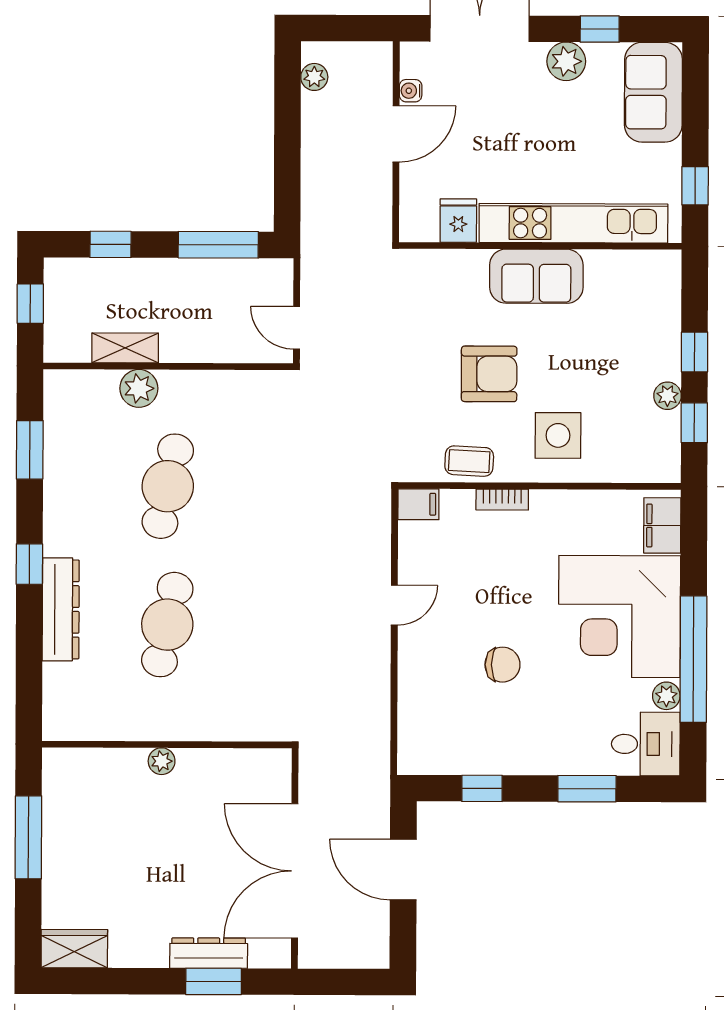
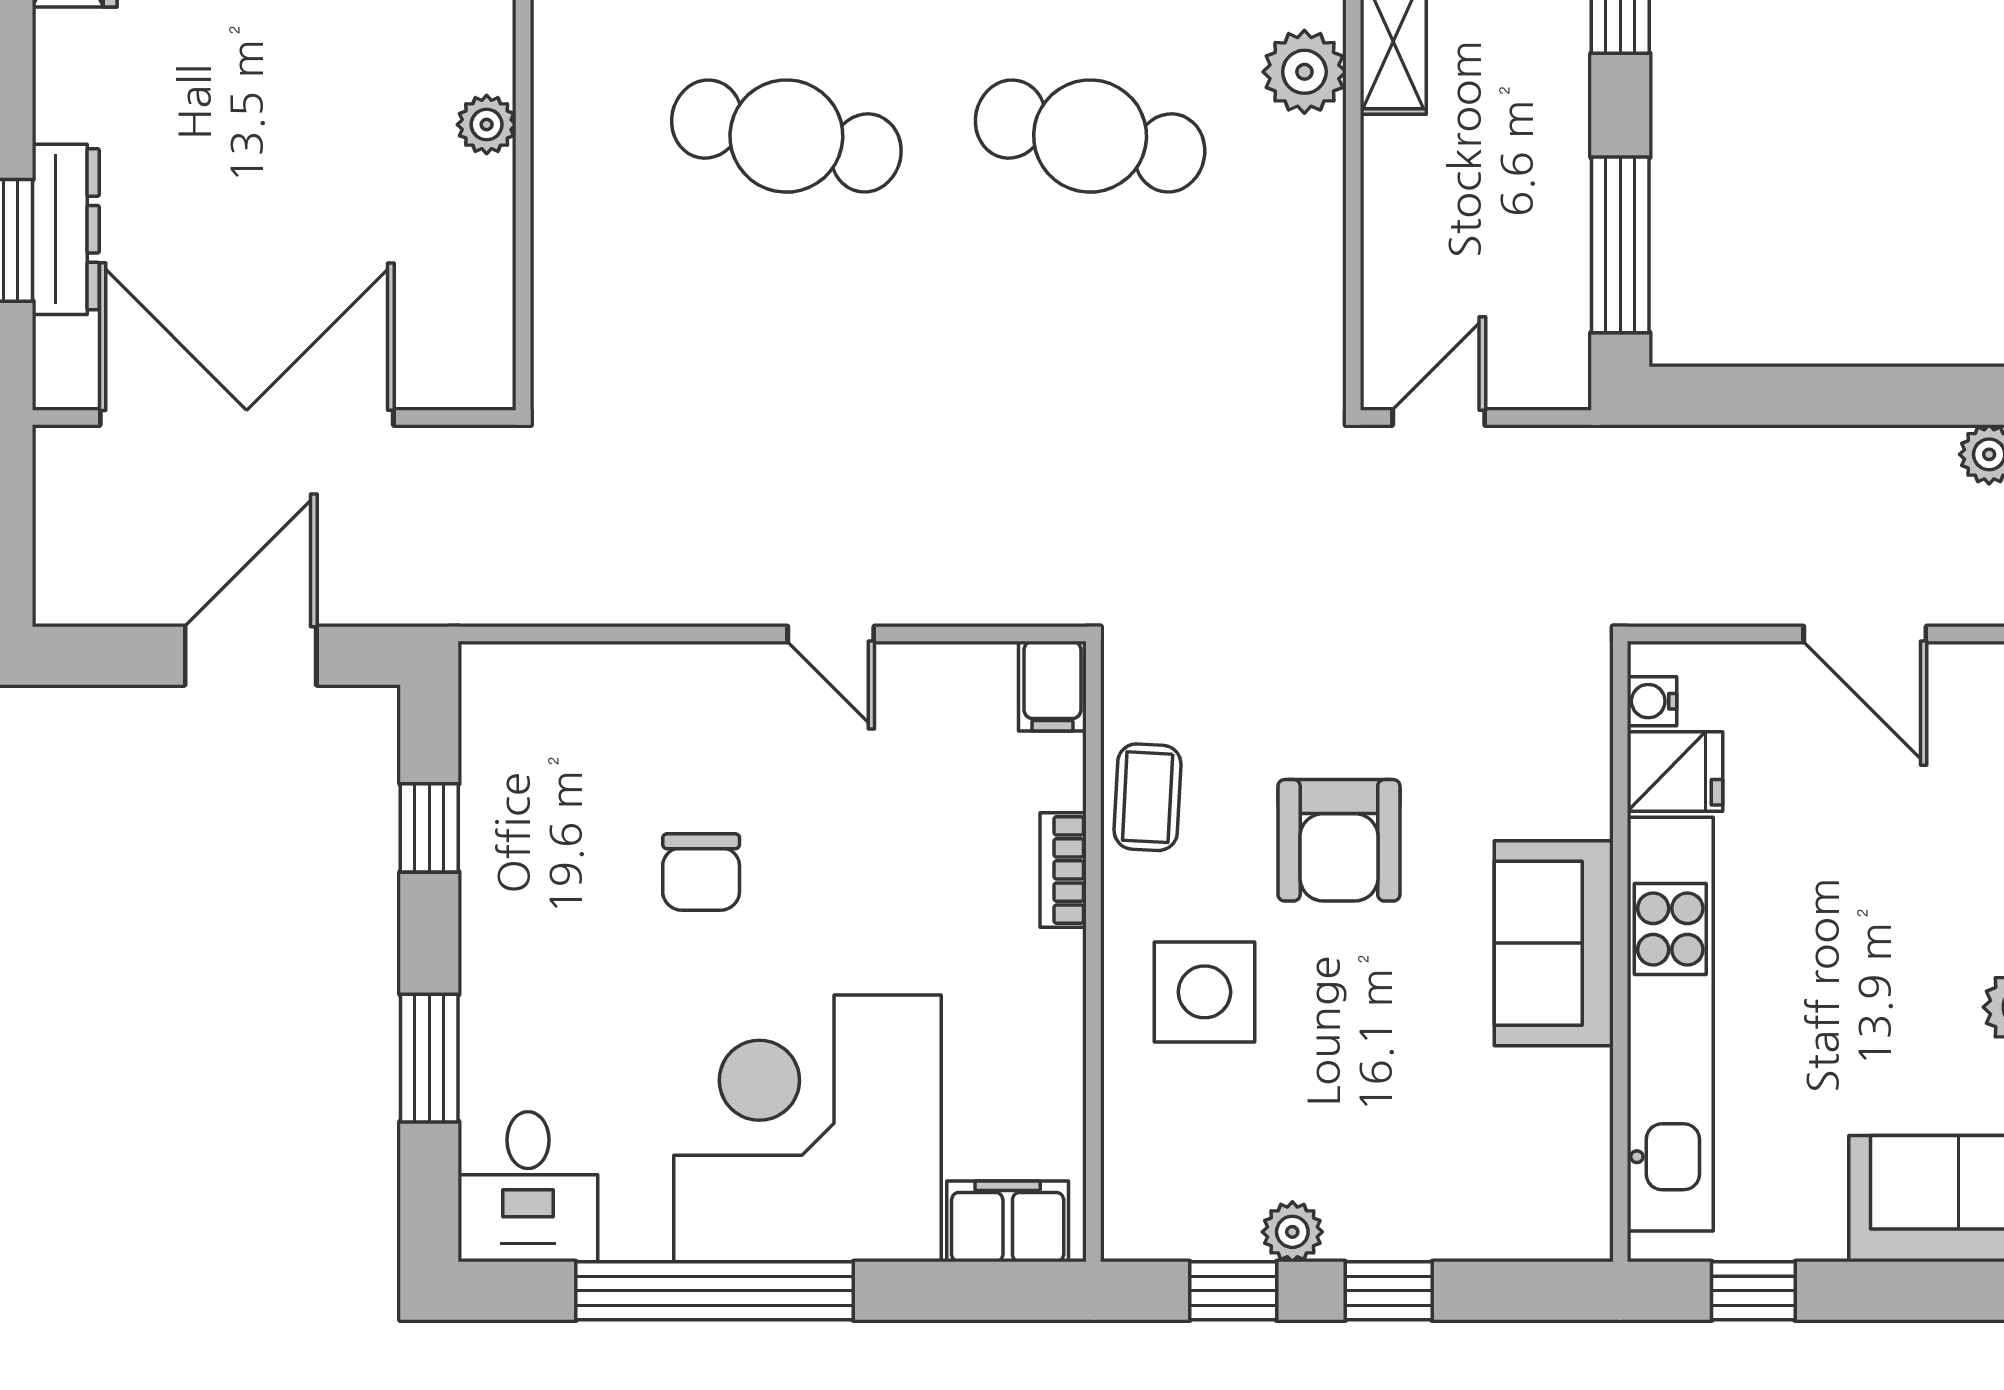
water cooler: (411, 91) -> (1652, 701), moved, turned -90
plant: (666, 696) -> (634, 1232), removed

